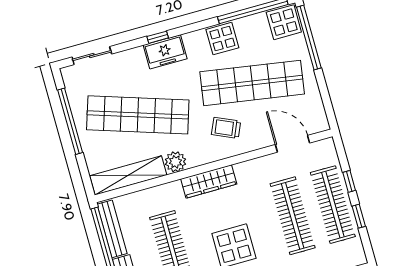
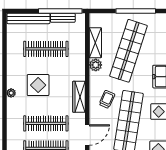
shelving: (128, 175) -> (95, 43), width x0.68
wardrobe: (209, 181) -> (79, 97), moved
bench: (112, 229) -> (63, 18), width x0.73

